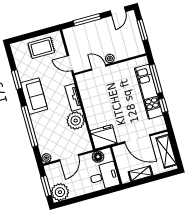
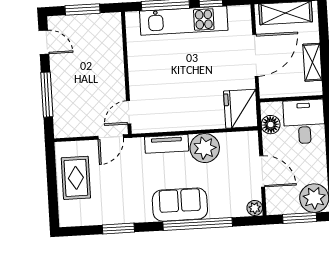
plant: (110, 58) -> (117, 71), removed
door: (99, 67) -> (129, 112), moved
sofa: (34, 96) -> (180, 205), moved

